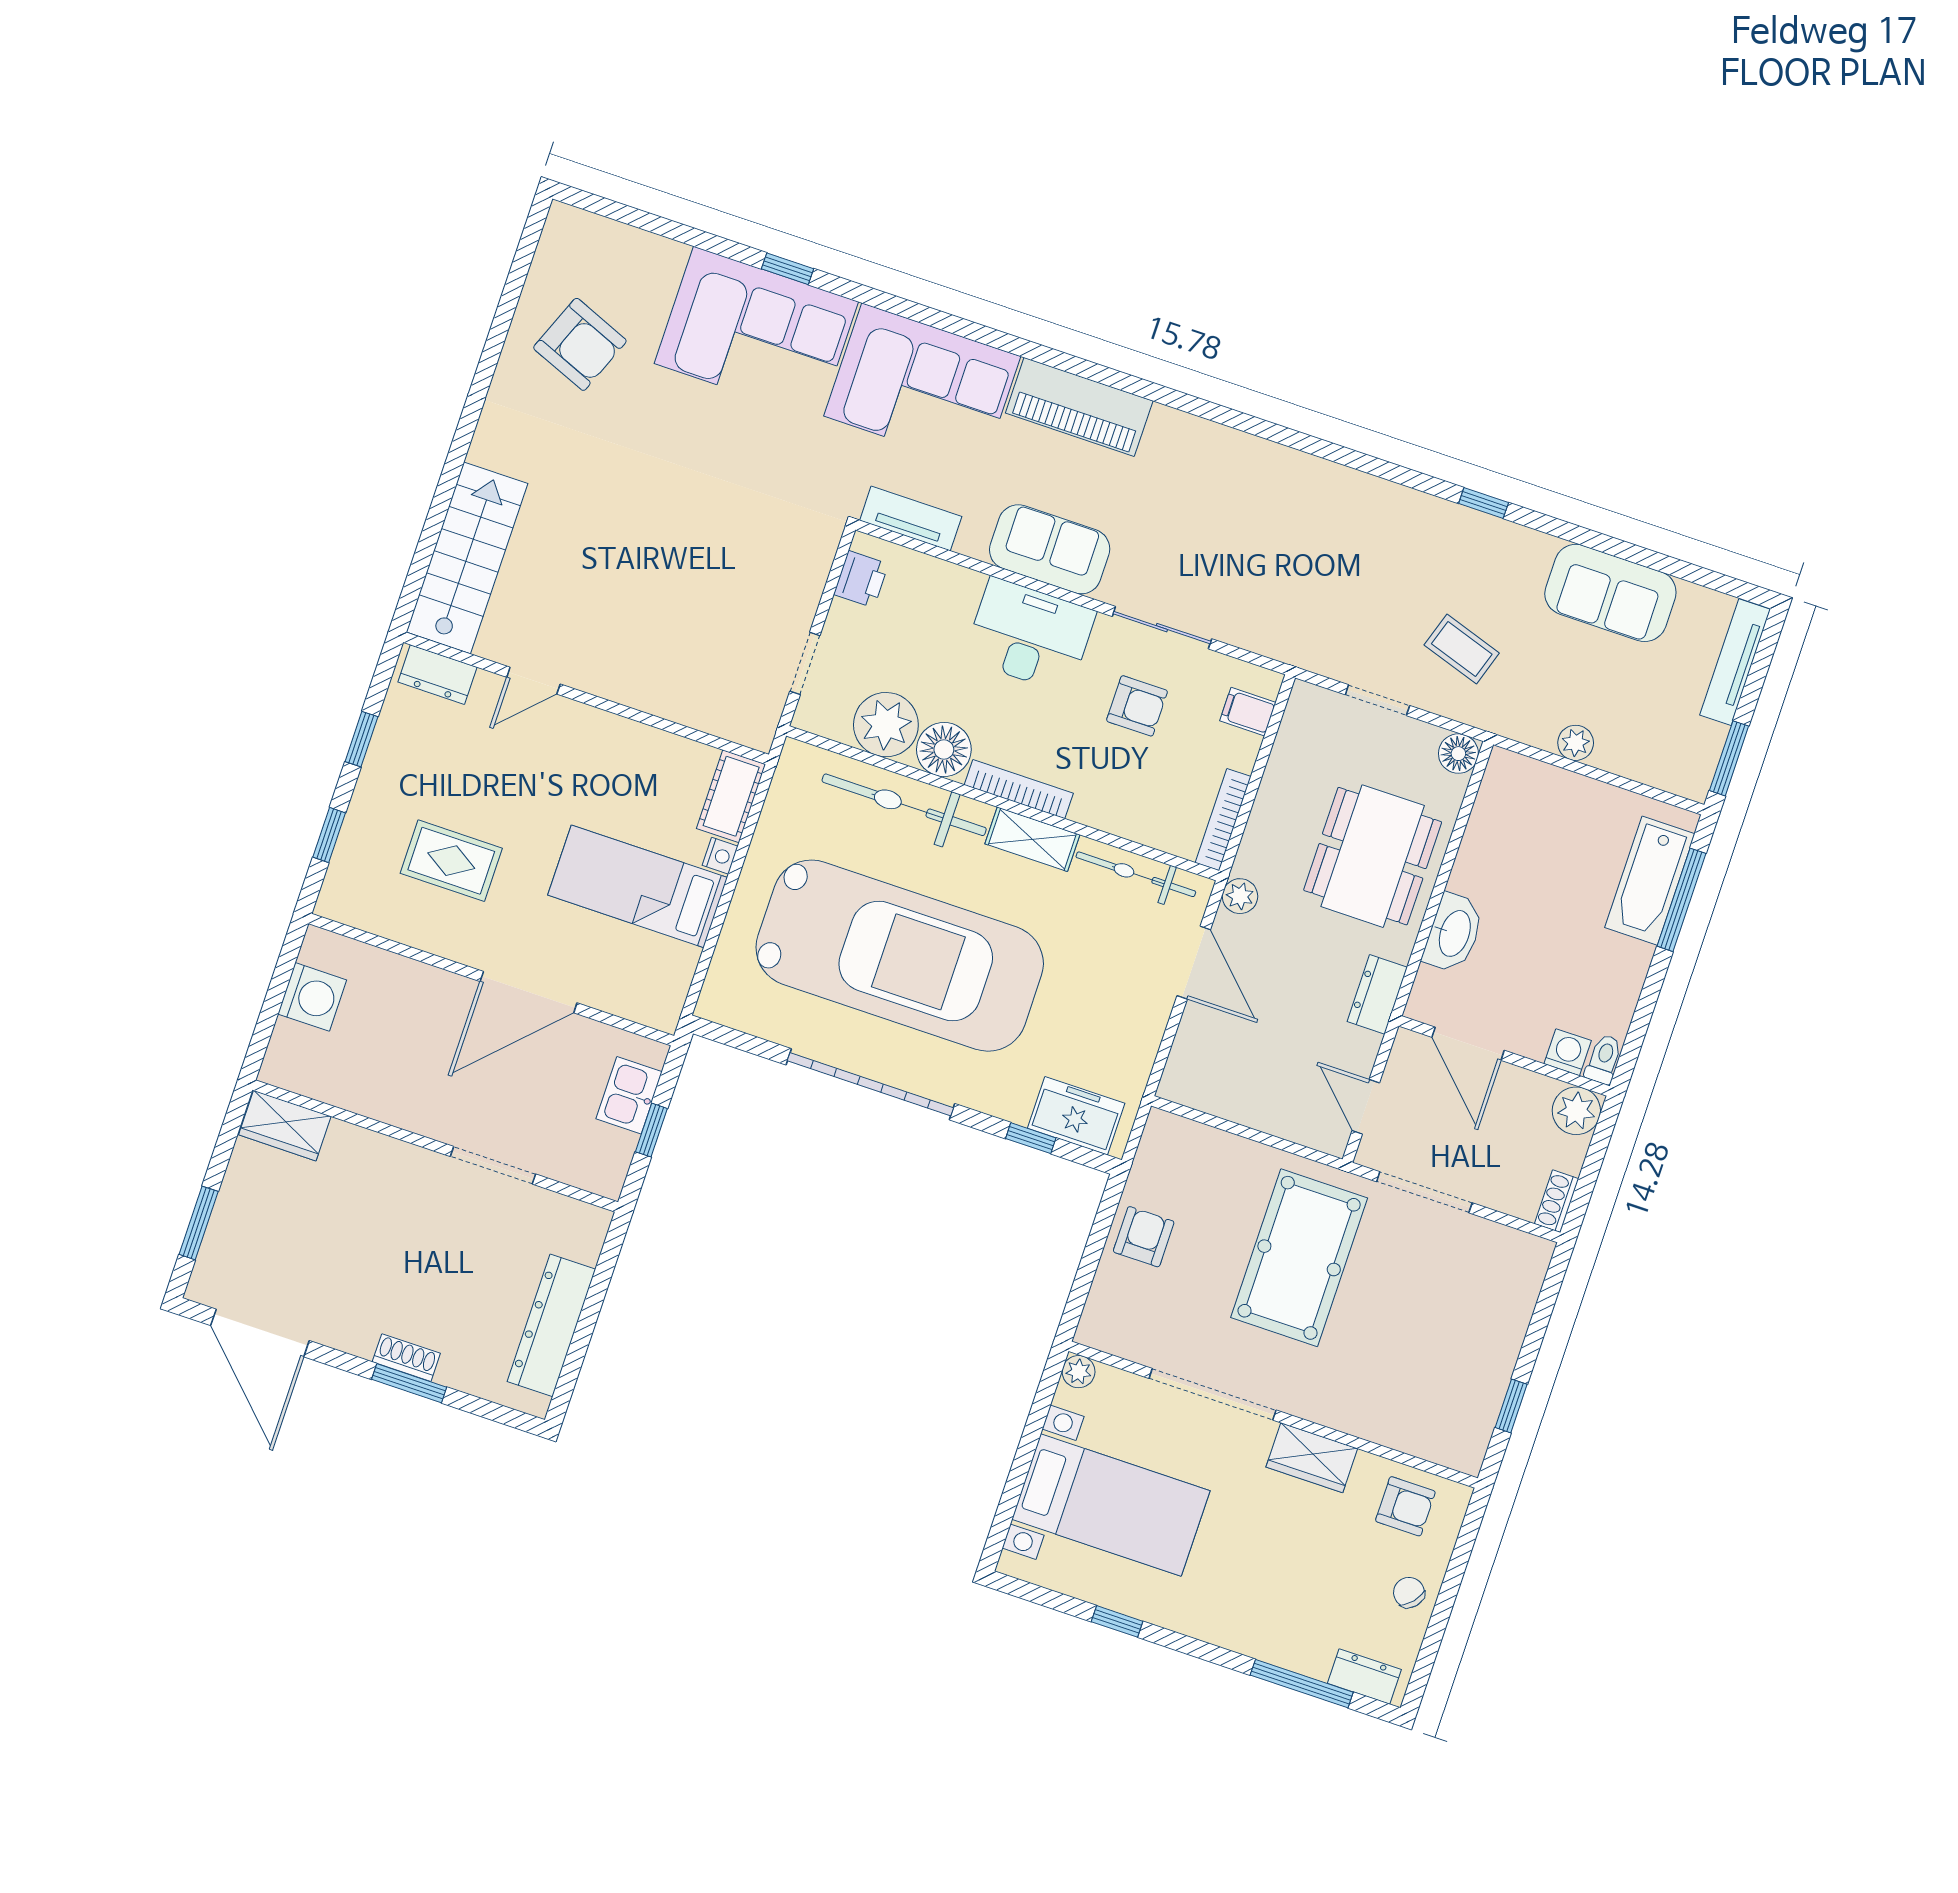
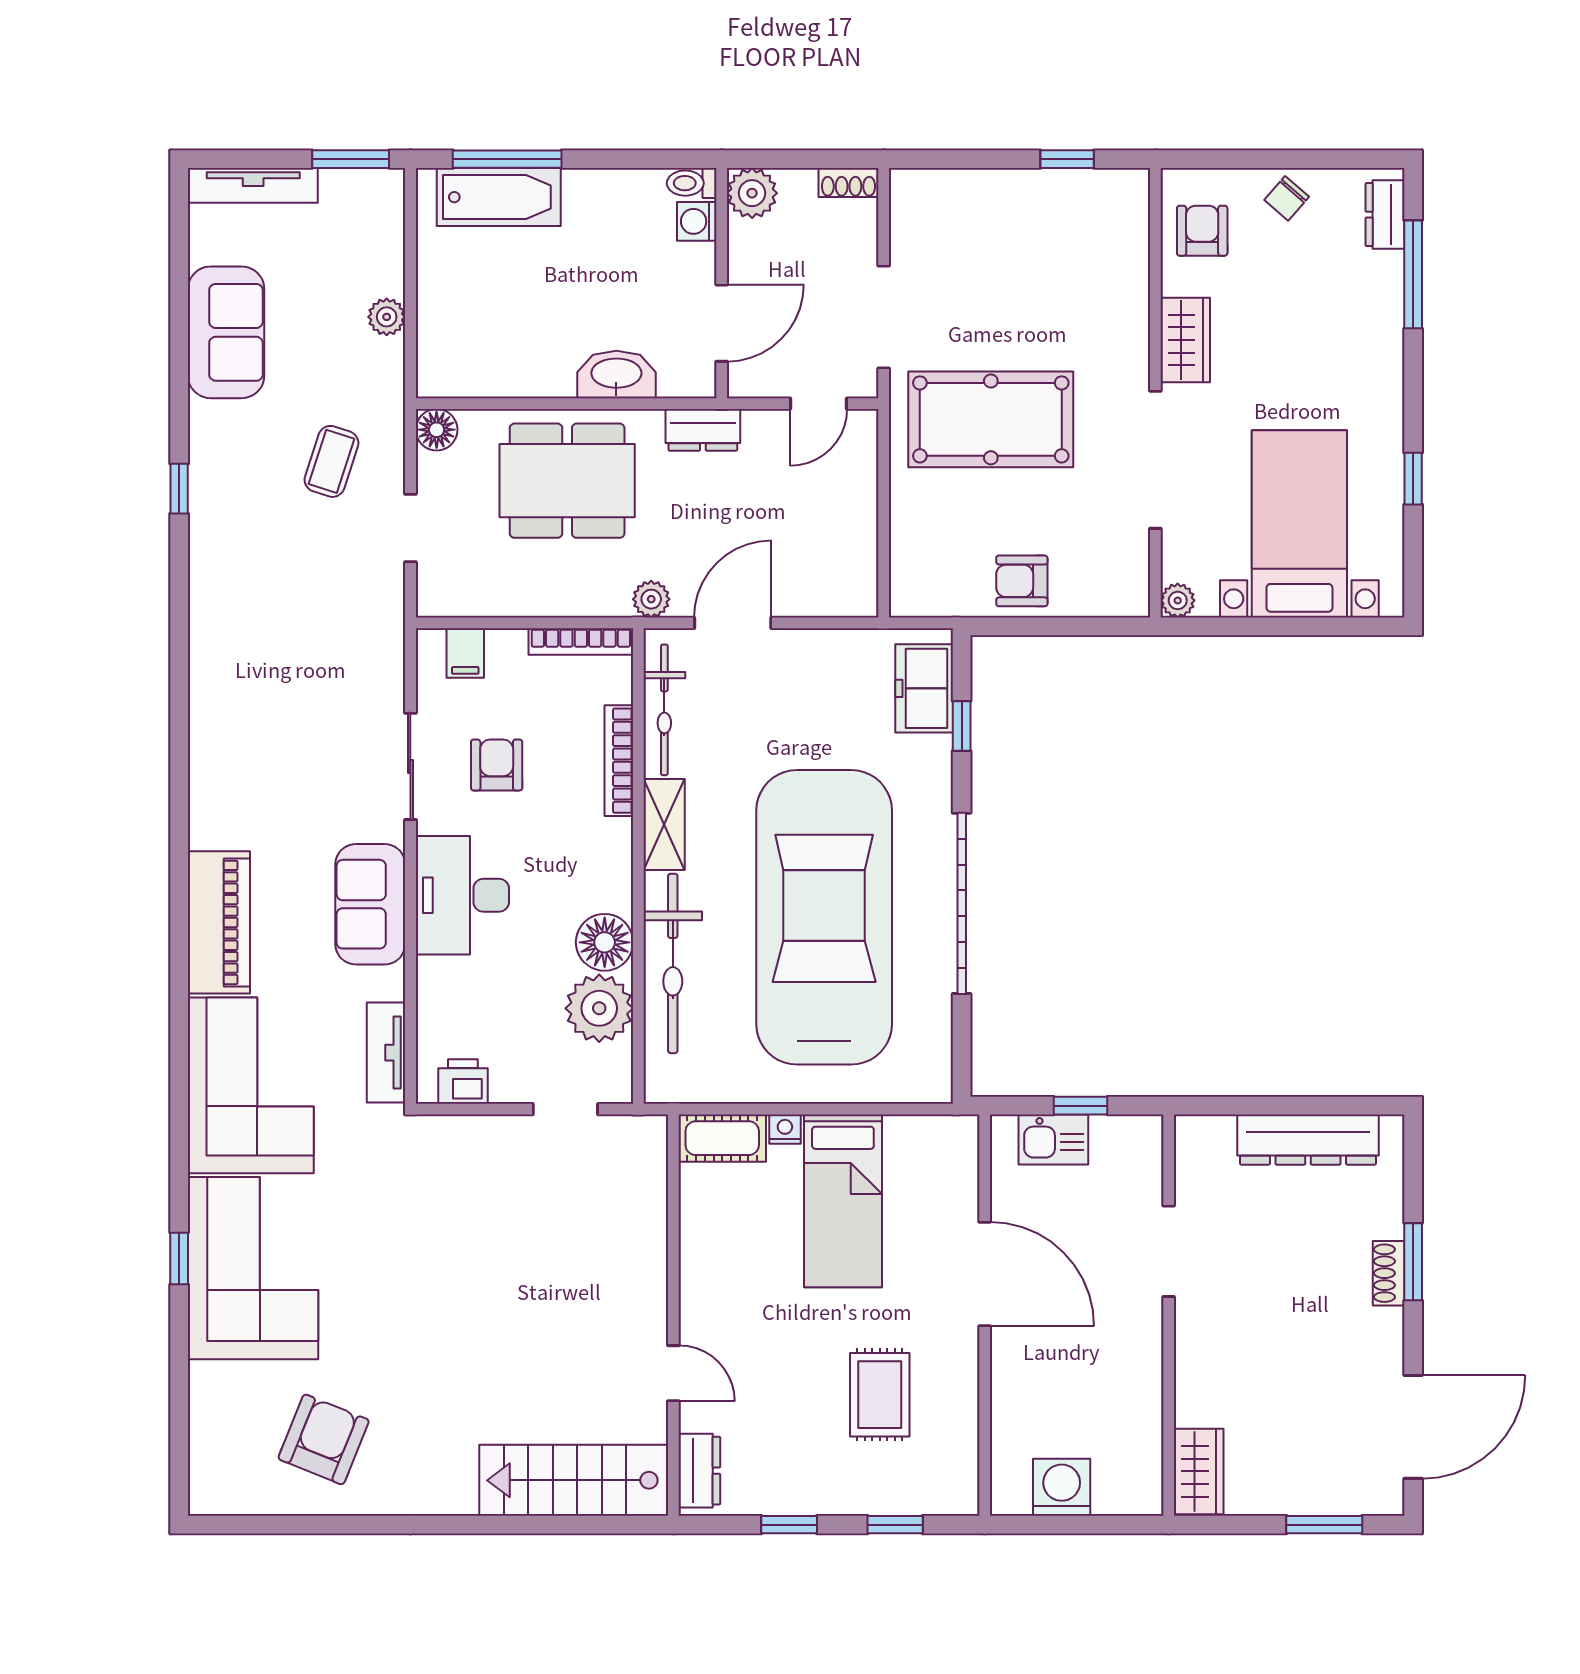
bookcase: (1019, 789) -> (619, 761), moved

